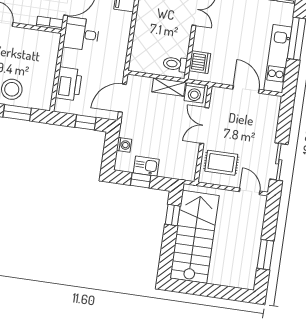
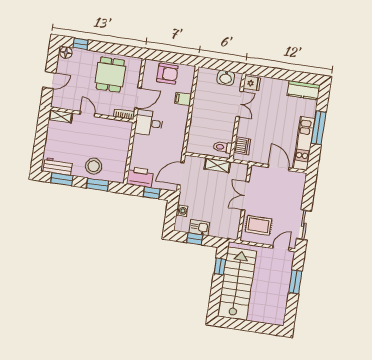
printer: (69, 84) -> (140, 177), moved, turned -90
washing machine: (195, 93) -> (238, 170), removed
door: (250, 191) -> (281, 248), hinge flipped
window: (265, 255) -> (295, 282), moved

